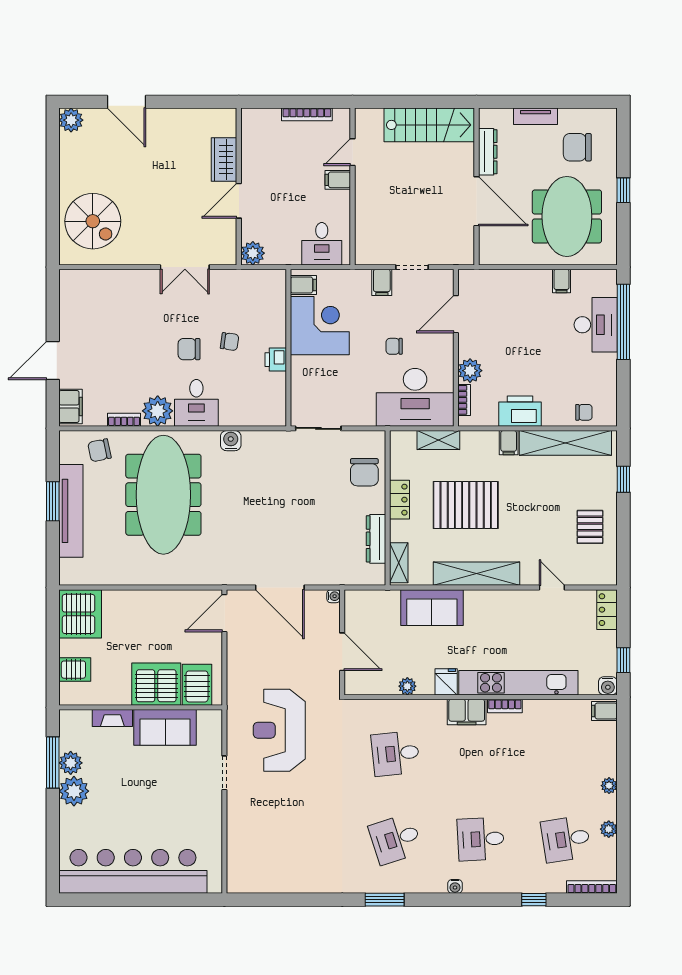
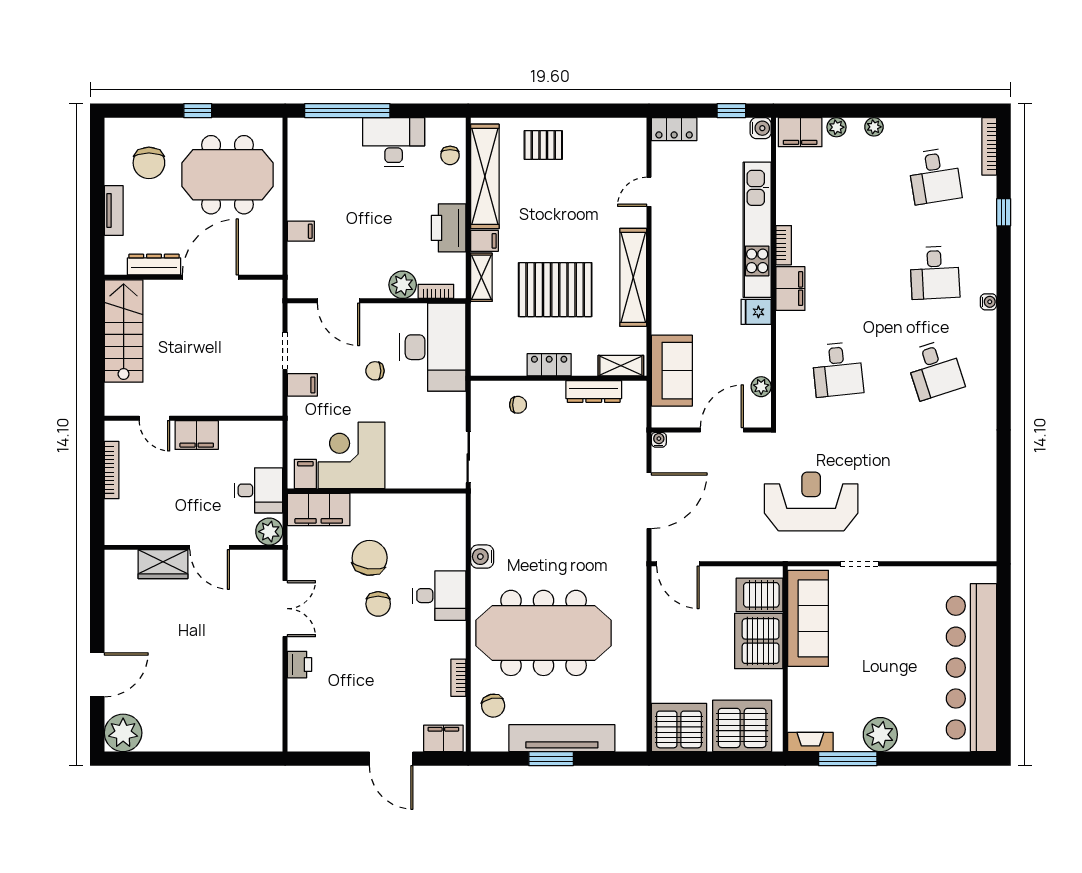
plant: (71, 120) -> (123, 733), width x1.36, depth x1.36
filing cabinet: (338, 180) -> (197, 435), width x2.00
spiral stairs: (93, 221) -> (233, 713), removed
desk: (322, 244) -> (258, 490), moved
filing cabinet: (561, 281) -> (301, 231), moved
filing cabinet: (272, 297) -> (319, 510), added
desk: (596, 325) -> (394, 142), moved
chair: (230, 342) -> (370, 558), width x1.87, depth x1.87
chair: (394, 346) -> (375, 371), turned 90
printer: (276, 360) -> (299, 665), moved, turned -90
plant: (158, 411) -> (448, 640), removed
chair: (584, 412) -> (450, 155), turned 180
shelving: (438, 440) -> (481, 277), moved
chair: (364, 472) -> (518, 405), width x0.54, depth x0.54
window: (623, 479) -> (526, 111), removed
pallet: (466, 505) -> (555, 290), turned 90
pallet: (590, 527) -> (543, 145), moved
sofa: (432, 608) -> (672, 371), moved
server rack: (75, 670) -> (742, 726), width x2.18, depth x1.44
plant: (407, 686) -> (761, 387), moved
filing cabinet: (604, 711) -> (800, 132), width x2.00
fireplace: (112, 718) -> (810, 742), moved, turned -90
sofa: (165, 727) -> (808, 618), width x1.36
reception desk: (279, 730) -> (811, 501), turned 180
plant: (71, 763) -> (848, 738), removed
plant: (609, 829) -> (837, 127), moved
window: (385, 900) -> (1004, 382), removed

